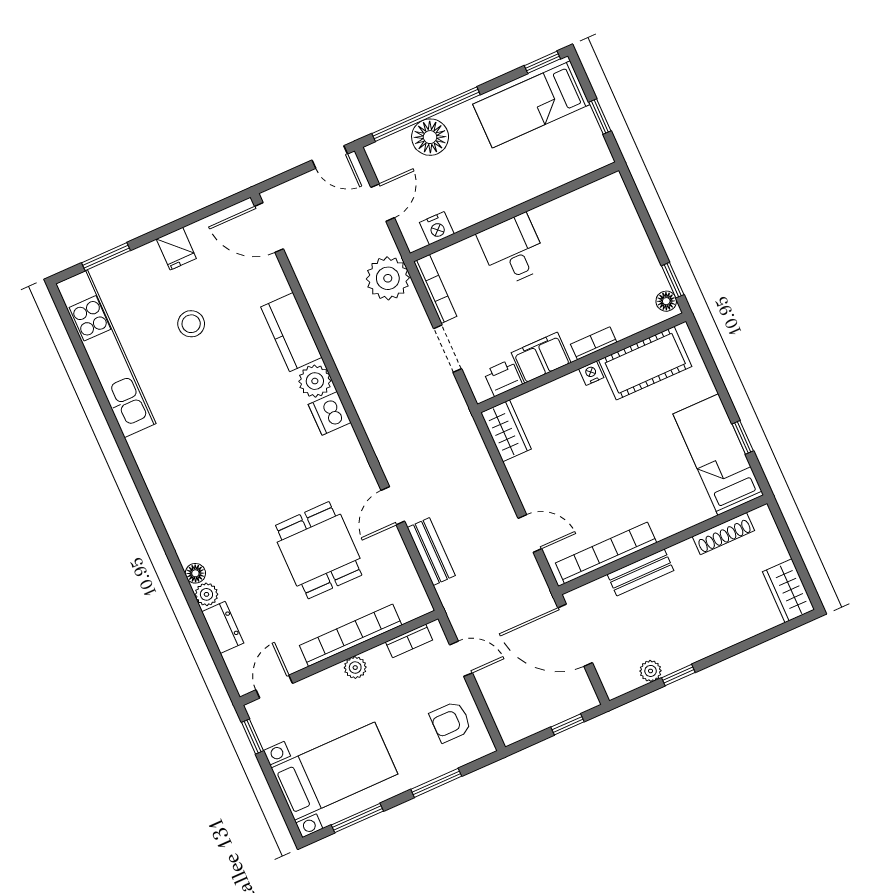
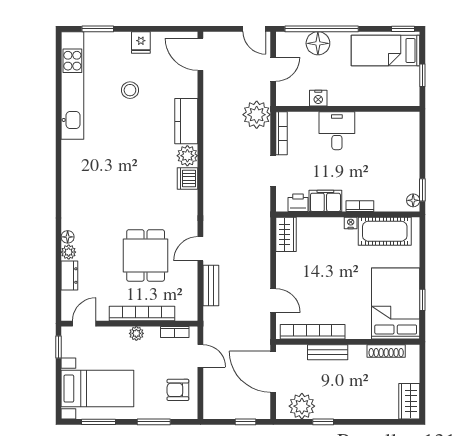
nightstand: (437, 228) -> (318, 98), moved
bed: (718, 455) -> (396, 303), width x1.50
plant: (651, 671) -> (302, 406), width x1.87, depth x1.87

